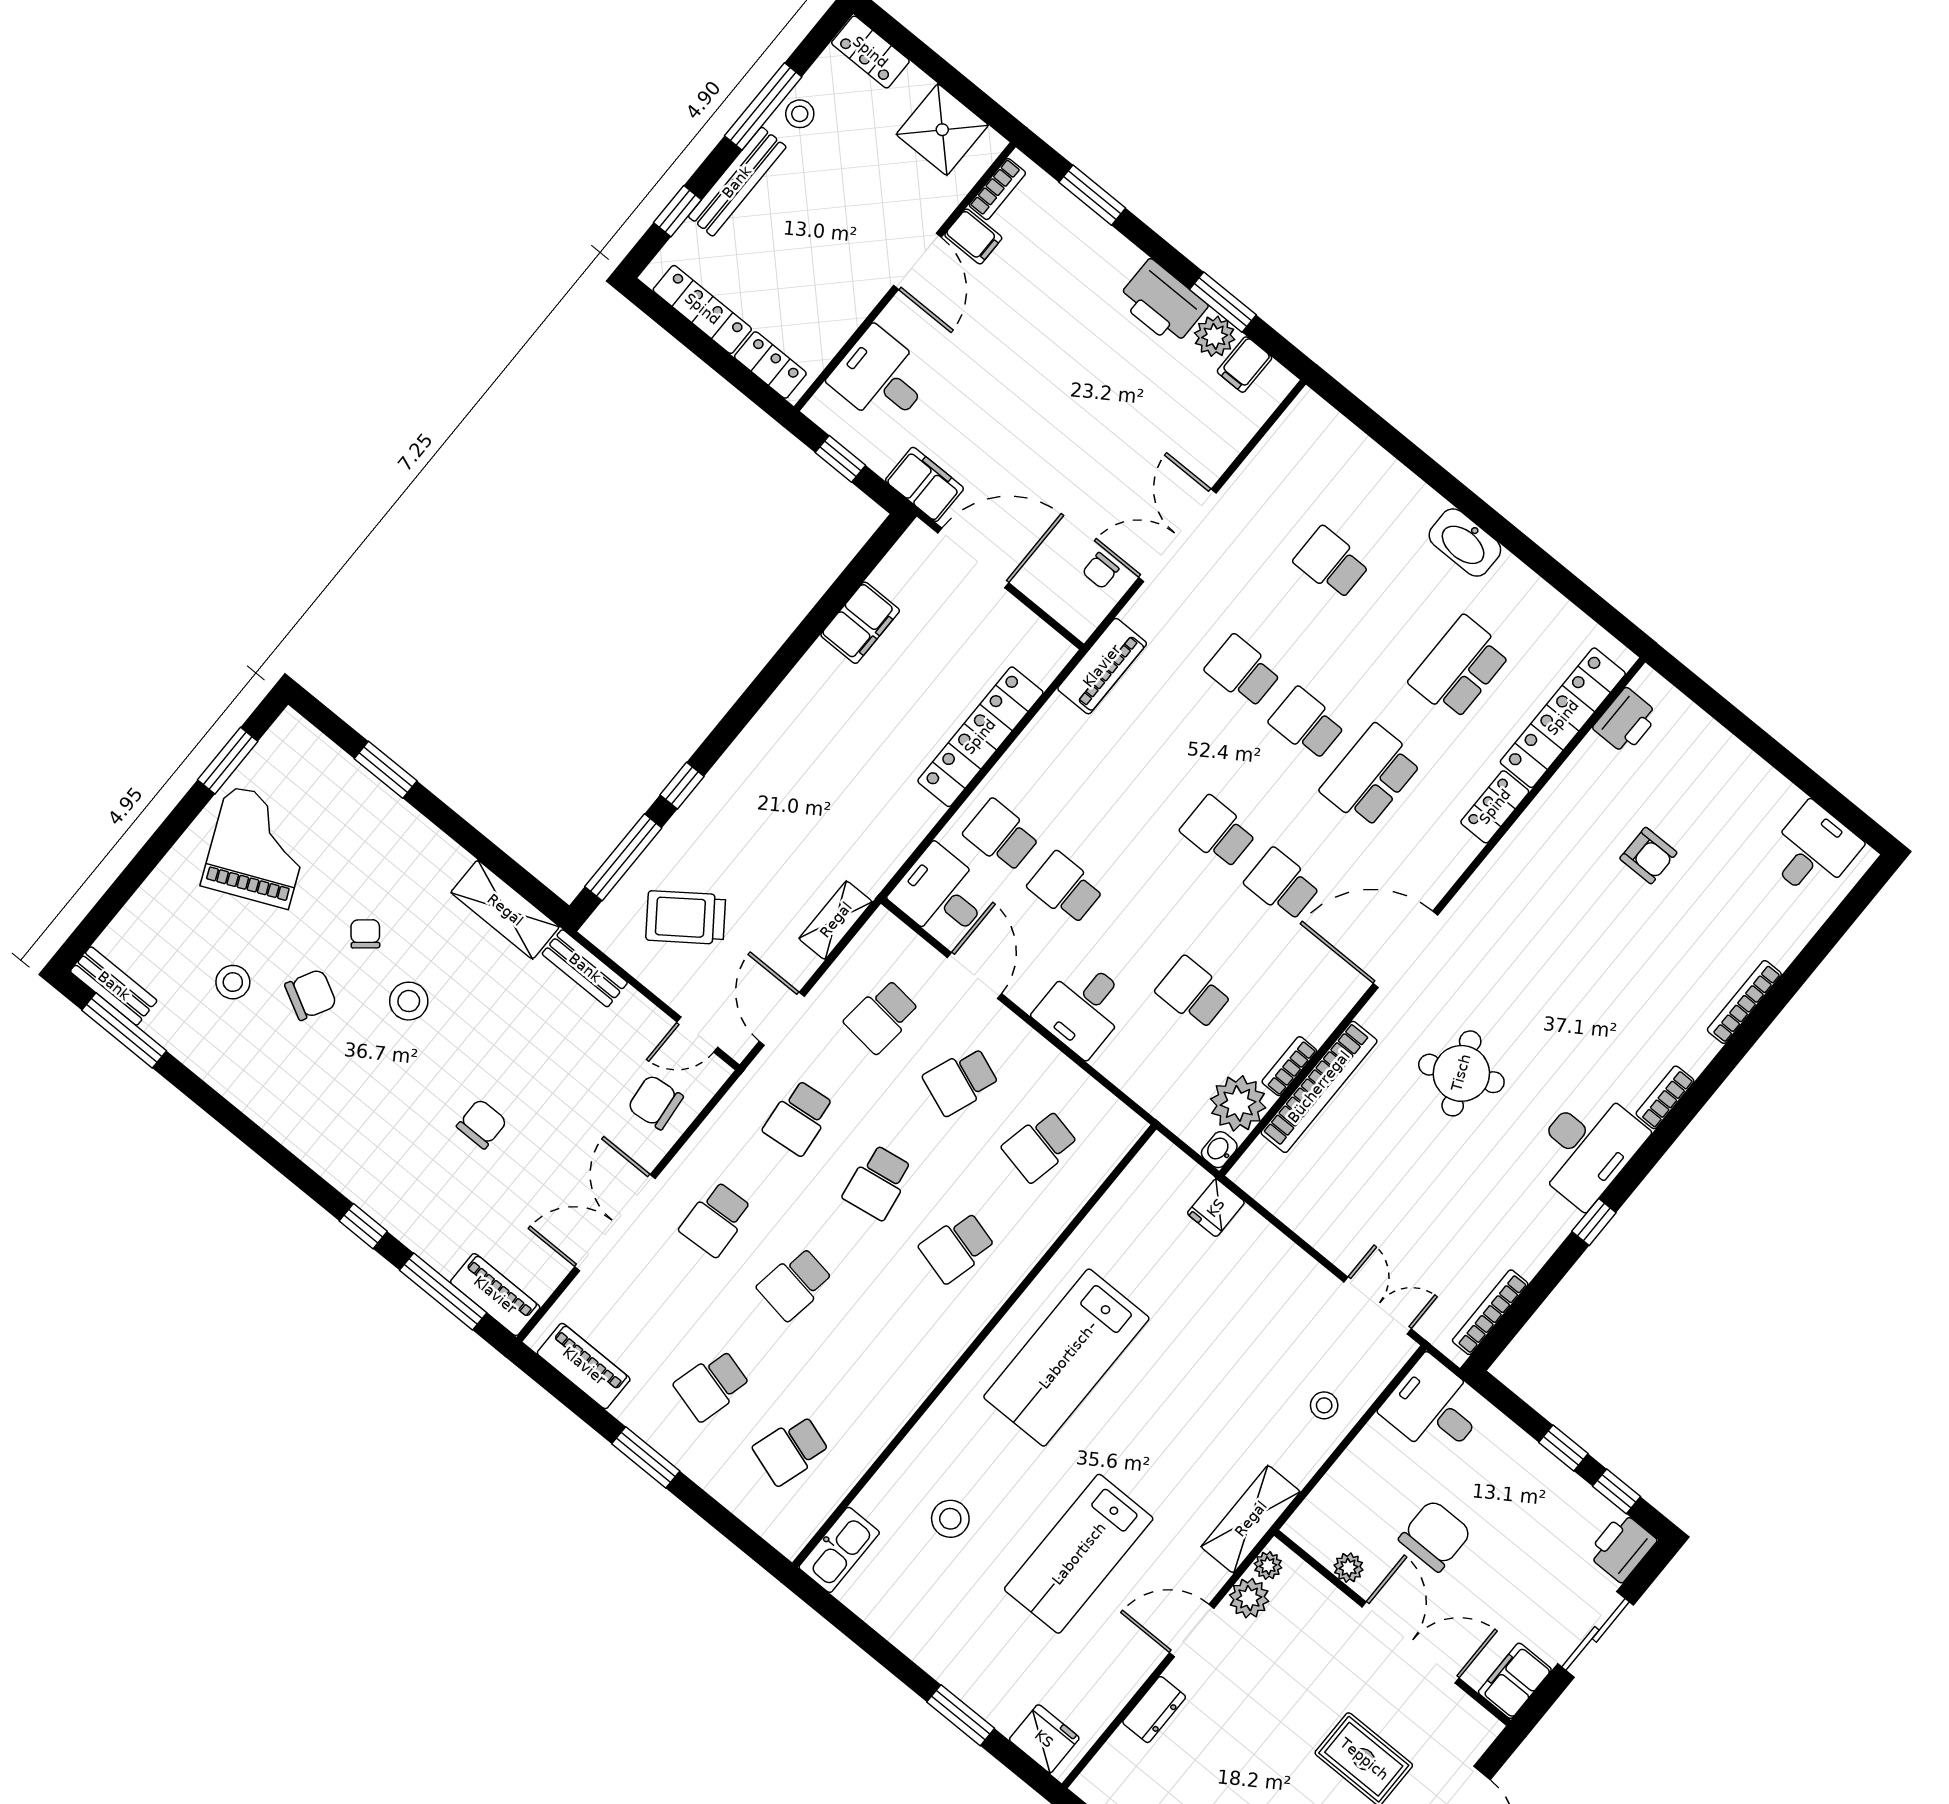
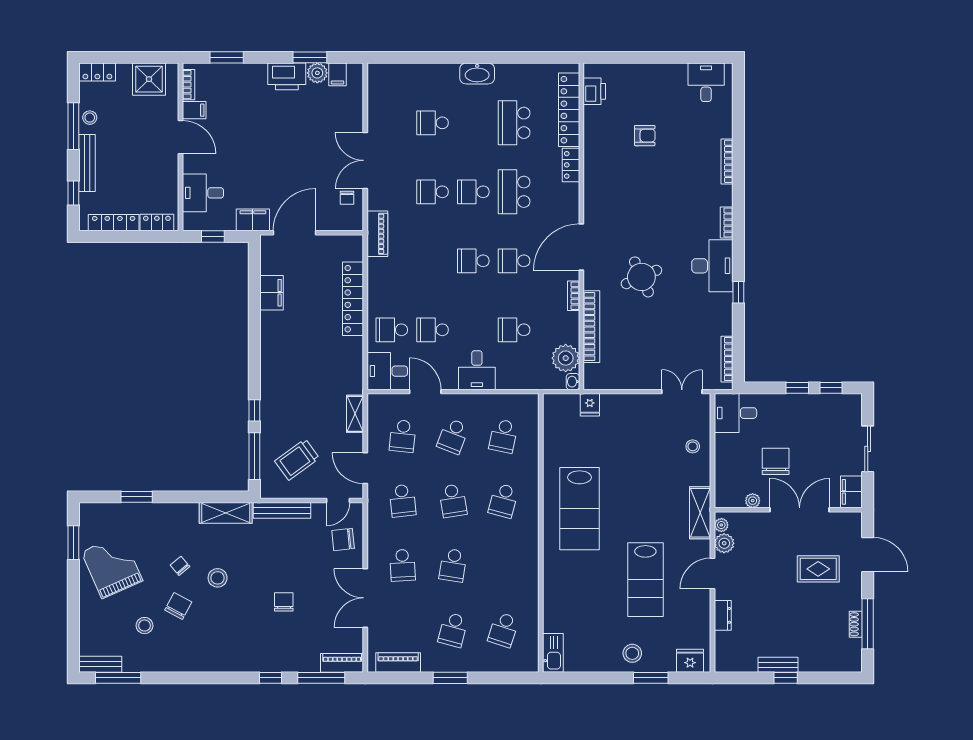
bench: (585, 968) -> (282, 510), width x1.36
bookcase: (1289, 1066) -> (574, 296), moved
stool: (950, 1519) -> (632, 653), moved
printer: (1622, 1547) -> (850, 408), removed

